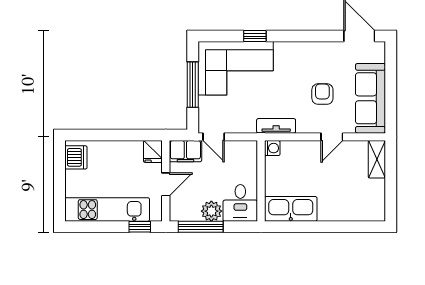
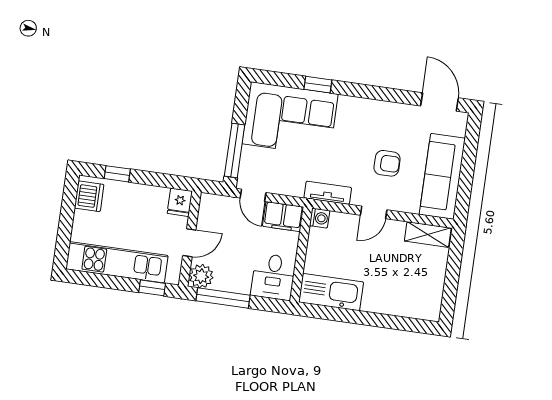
window: (193, 85) -> (235, 151), moved
armchair: (322, 94) -> (387, 163), turned 90
window: (97, 135) -> (117, 174), added
door: (332, 137) -> (374, 212), moved
filing cabinet: (185, 151) -> (283, 217), moved
shelving: (377, 159) -> (428, 234), moved, turned 90
plant: (211, 211) -> (201, 276), moved

